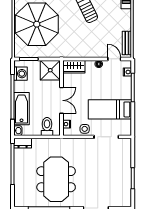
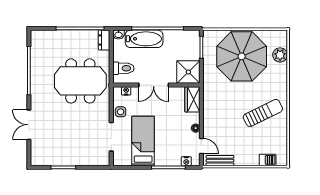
door: (114, 59) -> (201, 146), hinge flipped
washing machine: (21, 74) -> (184, 38), removed
meeting table: (56, 179) -> (80, 81), moved

